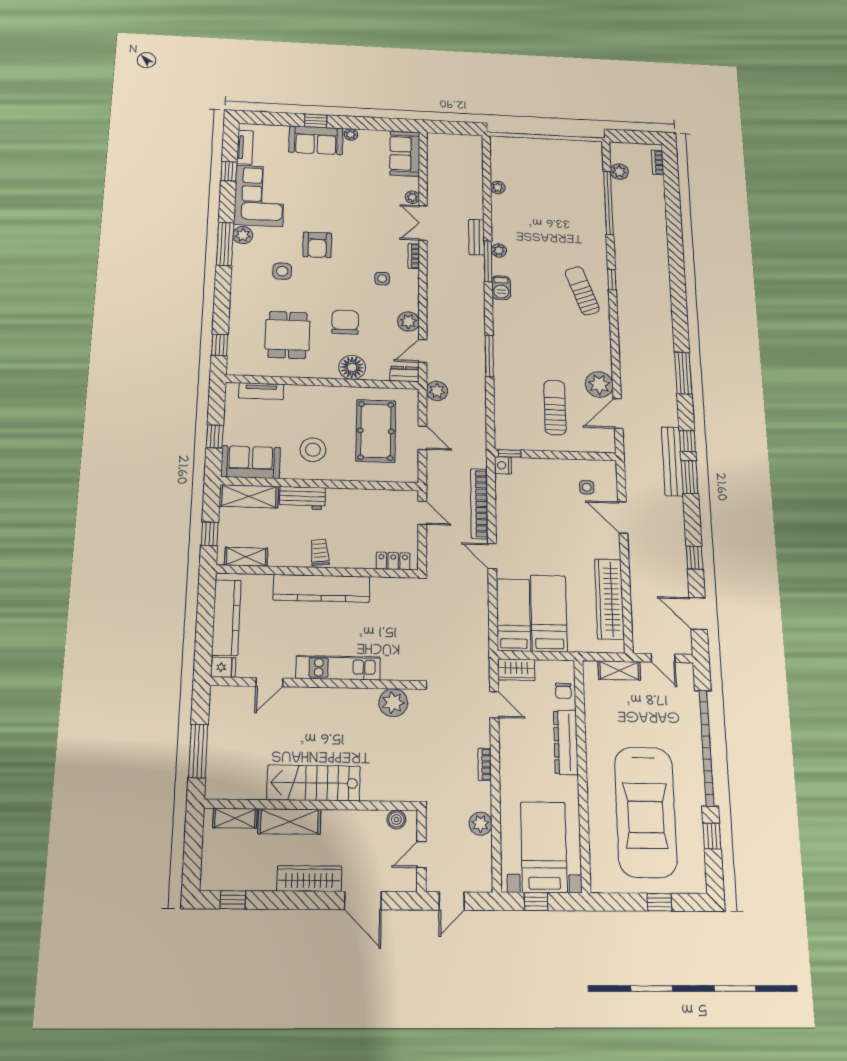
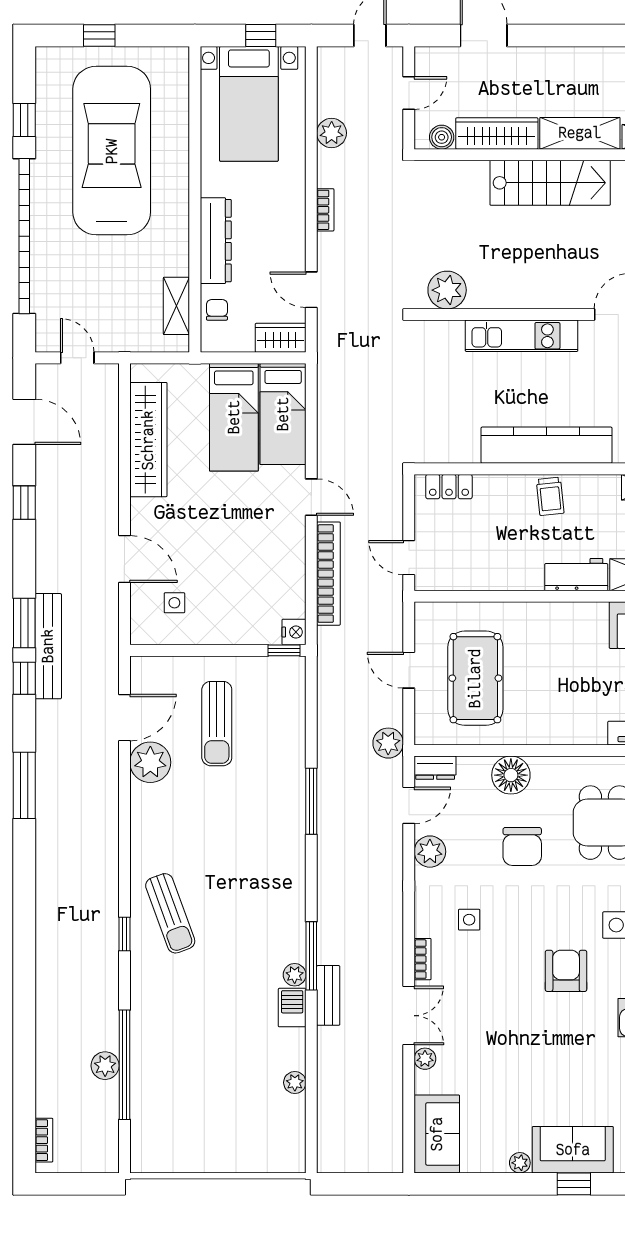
plant: (619, 172) -> (105, 1066), moved
barbecue: (501, 288) -> (292, 1008), moved
stool: (313, 450) -> (564, 647), removed
shelving: (619, 670) -> (176, 306), moved, turned 90
wardrobe: (309, 879) -> (497, 133), moved, turned 180

